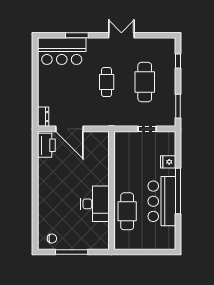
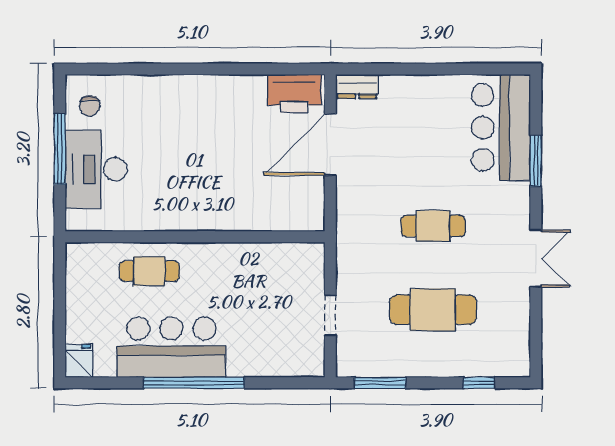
fridge: (168, 162) -> (79, 361), moved
desk: (95, 204) -> (96, 169), moved, turned 90
cafe table: (127, 211) -> (149, 271), width x0.73, depth x0.74

